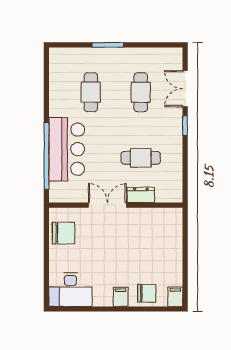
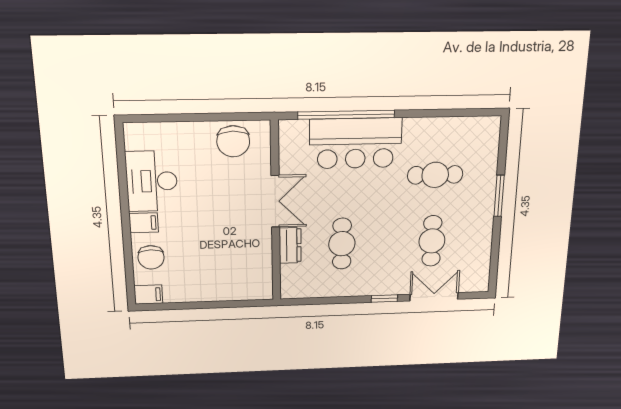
cafe table: (141, 92) -> (432, 241), turned 90
desk: (70, 290) -> (152, 181), moved

